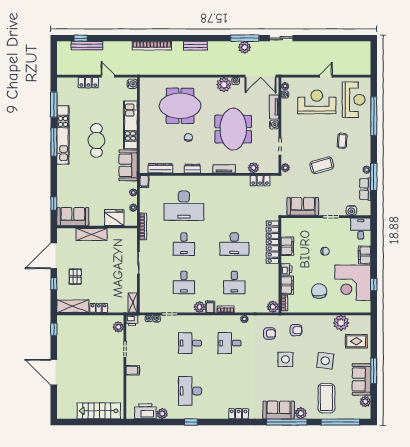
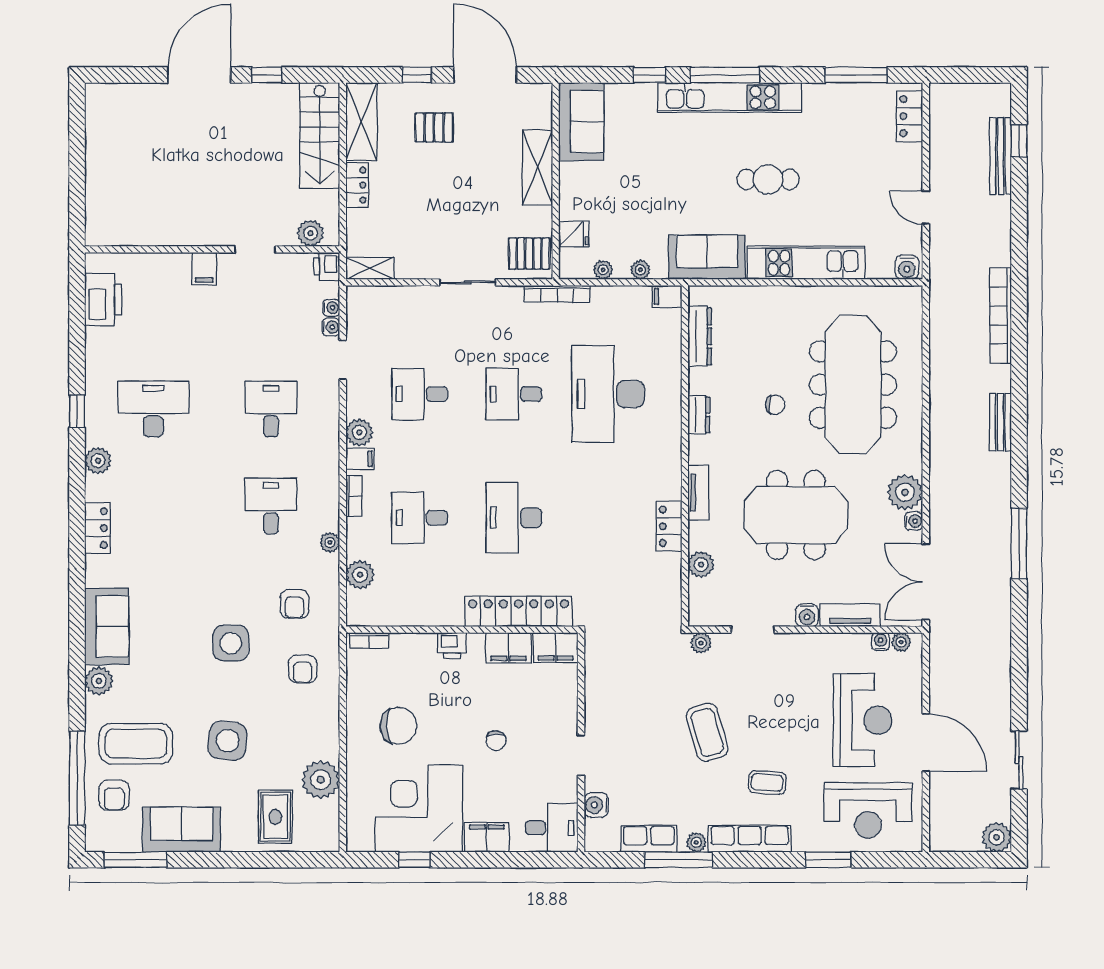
sliding door: (281, 38) -> (1019, 760), moved
plant: (245, 47) -> (997, 837), moved
door: (108, 76) -> (926, 208), swing flipped
door: (326, 76) -> (926, 743), width x1.87
locker: (88, 83) -> (910, 116), moved
meeting table: (180, 106) -> (853, 385), width x1.36
window: (374, 116) -> (828, 860), width x0.47
kitchen unit: (63, 135) -> (730, 97), moved
cafe table: (96, 140) -> (768, 179), width x0.73, depth x0.74
window: (54, 142) -> (725, 75), moved
row of seats: (365, 148) -> (750, 839), added
locker: (260, 181) -> (669, 526), moved
window: (54, 204) -> (649, 75), moved
sofa: (303, 206) -> (606, 686), removed
fridge: (114, 218) -> (574, 234), width x0.53, depth x0.75
pallet: (127, 238) -> (529, 254), added
filing cabinet: (287, 285) -> (556, 648), moved
plant: (273, 307) -> (360, 575), moved
window: (54, 329) -> (267, 75), moved
window: (374, 371) -> (135, 860), moved
plant: (365, 402) -> (128, 839), removed
armchair: (347, 407) -> (114, 795), added
stairs: (99, 411) -> (320, 135), moved, turned 180
plant: (162, 414) -> (98, 461), moved
window: (287, 422) -> (77, 646), removed

